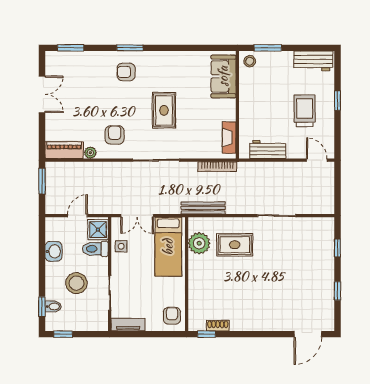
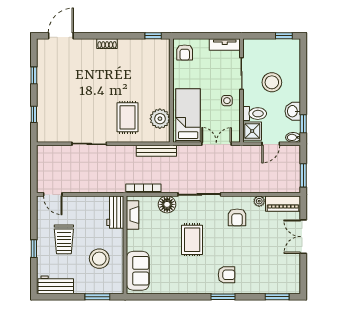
stool: (250, 61) -> (99, 259), moved, width x1.89, depth x1.89
double door: (42, 94) -> (303, 237), moved
floor lamp: (191, 149) -> (167, 204), added
workbench: (268, 149) -> (115, 212), moved, turned 90
rug: (235, 245) -> (128, 117), turned 90
side table: (121, 246) -> (227, 101), moved
bidet: (53, 306) -> (293, 137), moved
window: (42, 307) -> (303, 124), moved
shoe rack: (218, 326) -> (107, 44), moved

